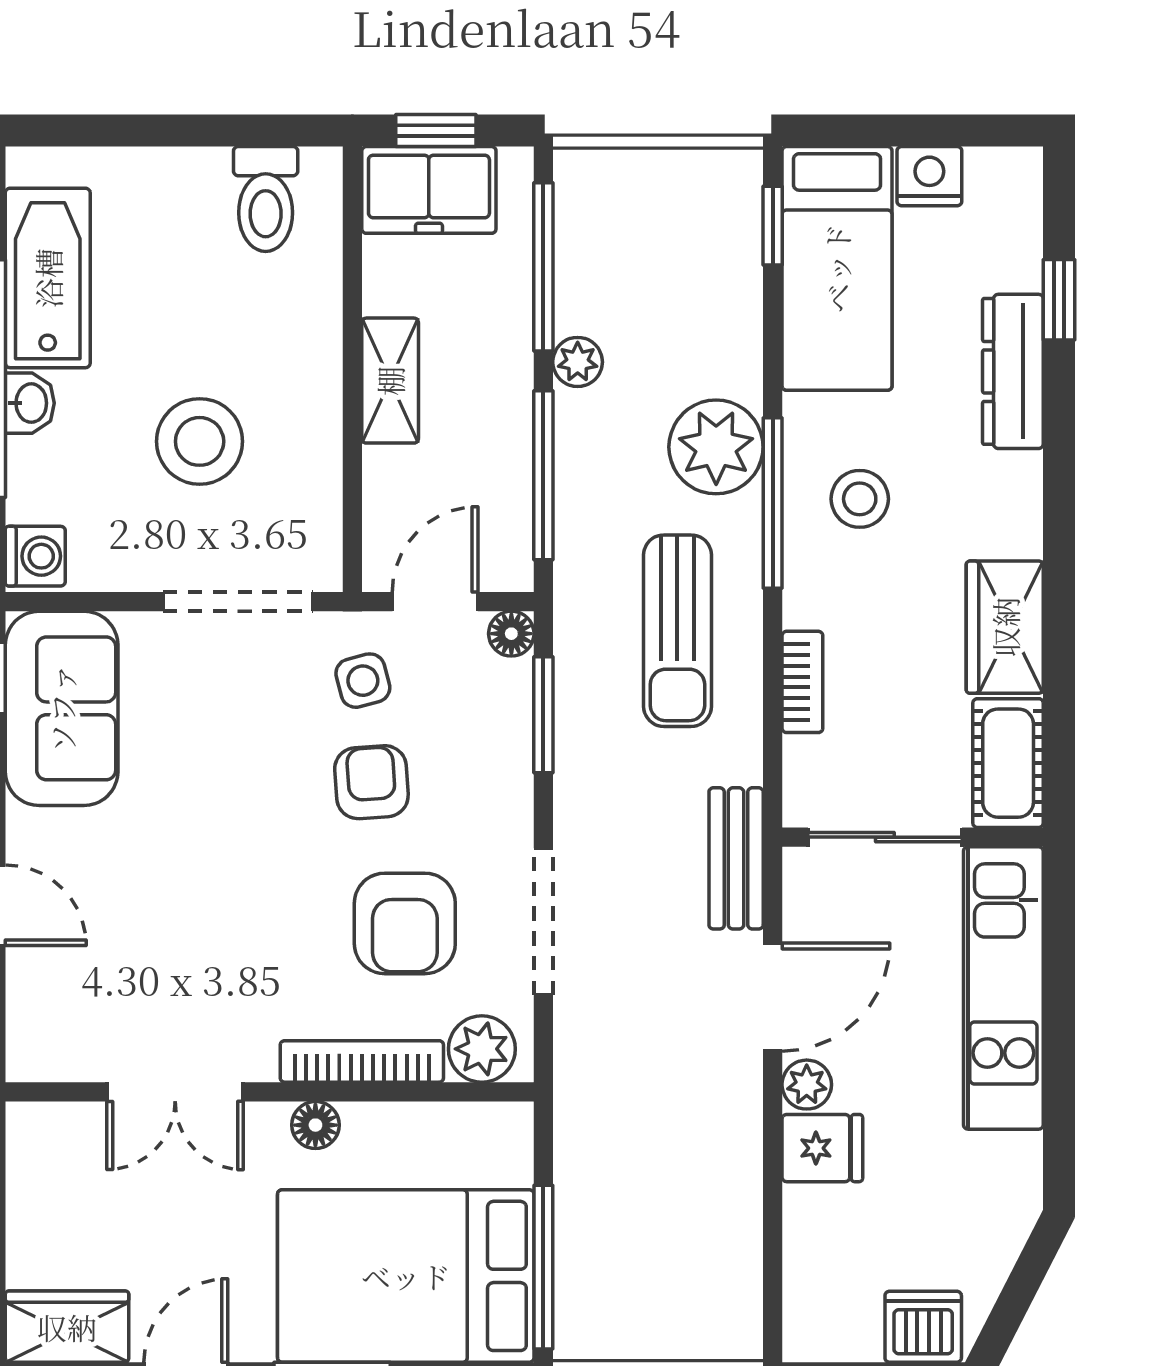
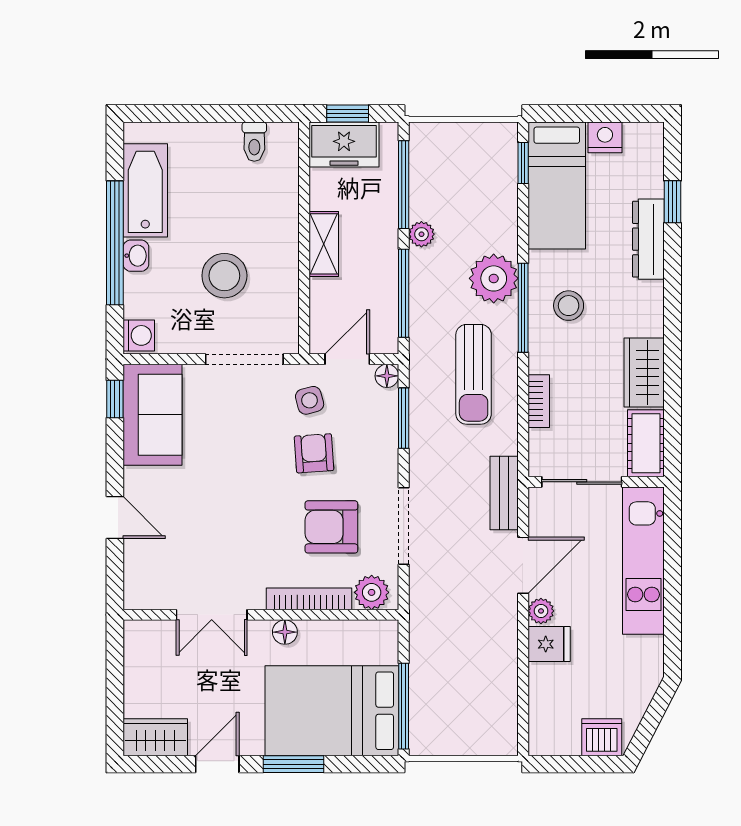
toilet: (266, 199) -> (254, 142), width x0.73, depth x0.72
armchair: (405, 923) -> (331, 527), turned 90

